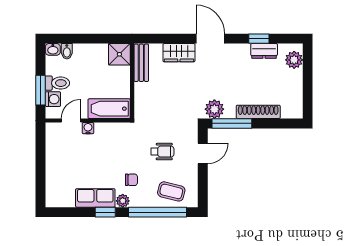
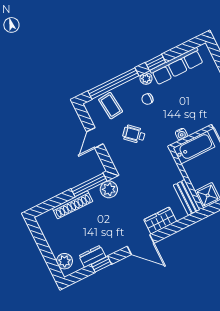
water cooler: (88, 128) -> (181, 134), moved
wheelchair: (162, 152) -> (134, 134), turned 42
door: (203, 153) -> (95, 138), moved
coffee table: (171, 191) -> (111, 106), turned 70
row of seats: (95, 198) -> (177, 66), width x1.48

